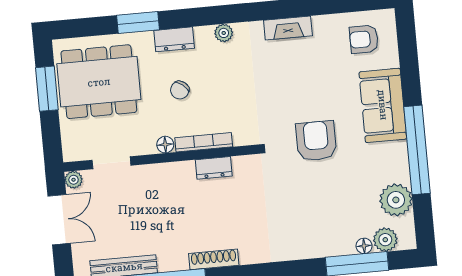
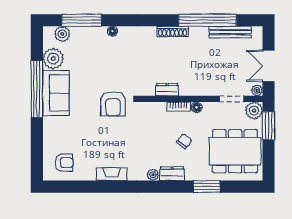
dresser: (174, 39) -> (172, 174), moved
window: (47, 89) -> (268, 126), moved
sofa: (383, 105) -> (56, 93), moved
armchair: (316, 141) -> (113, 104), moved
bookcase: (204, 142) -> (178, 107), width x0.64
plant: (75, 148) -> (254, 111), added
floor lamp: (364, 246) -> (112, 31), moved

